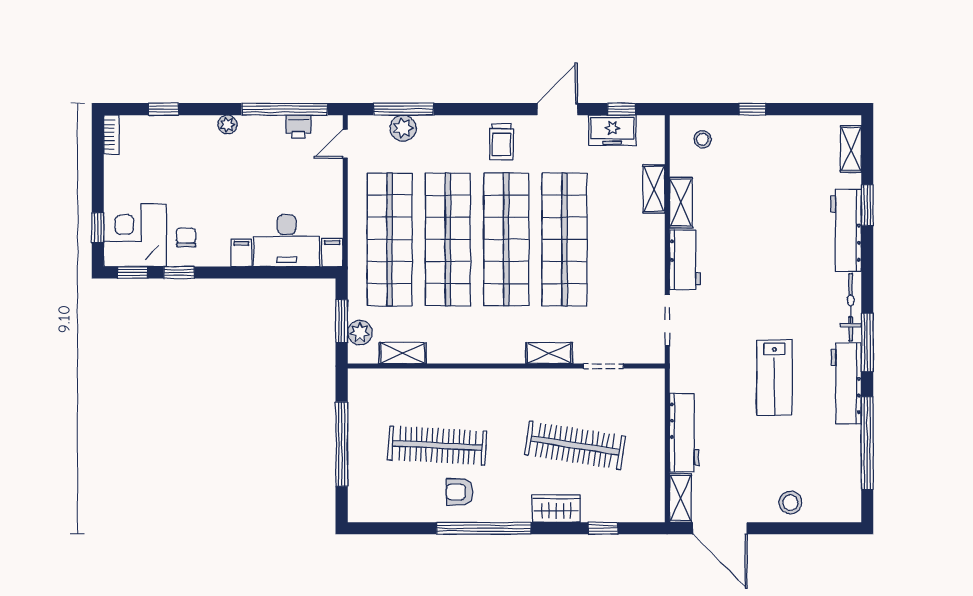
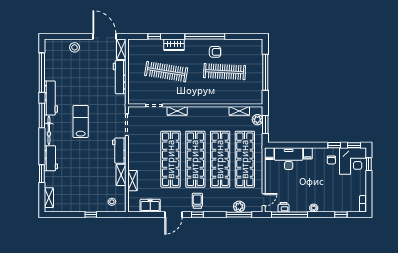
window: (622, 109) -> (197, 215), moved
workbench: (846, 230) -> (51, 158), width x0.73
lab bench: (774, 377) -> (81, 121), moved

